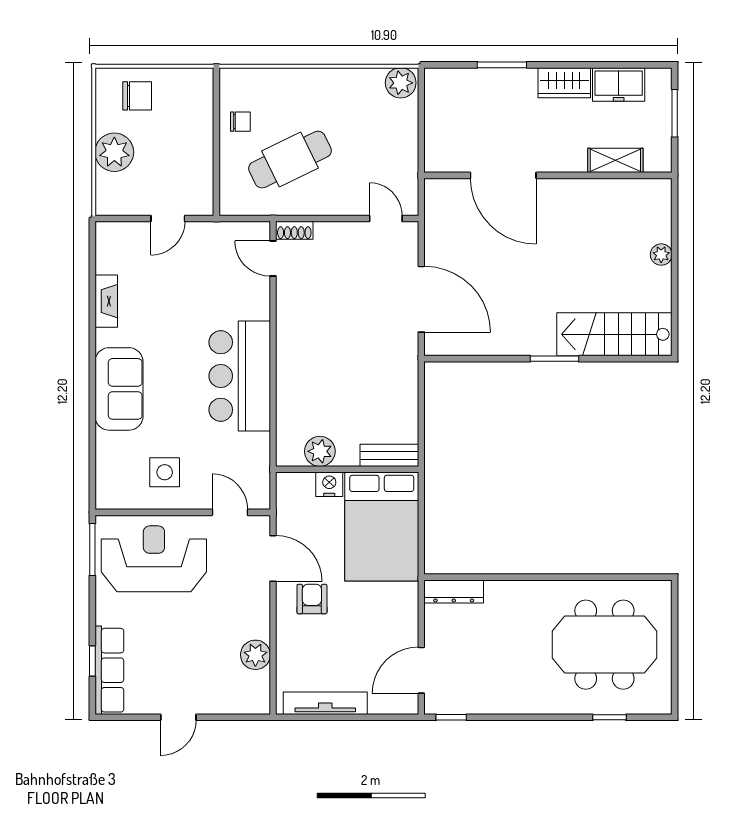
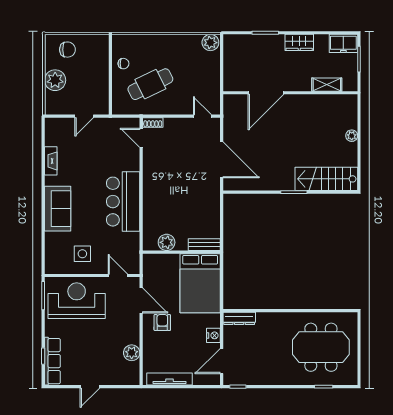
freezer: (619, 84) -> (343, 43), moved
door: (503, 175) -> (266, 93), hinge flipped
nightstand: (329, 484) -> (213, 335), moved, turned 90

